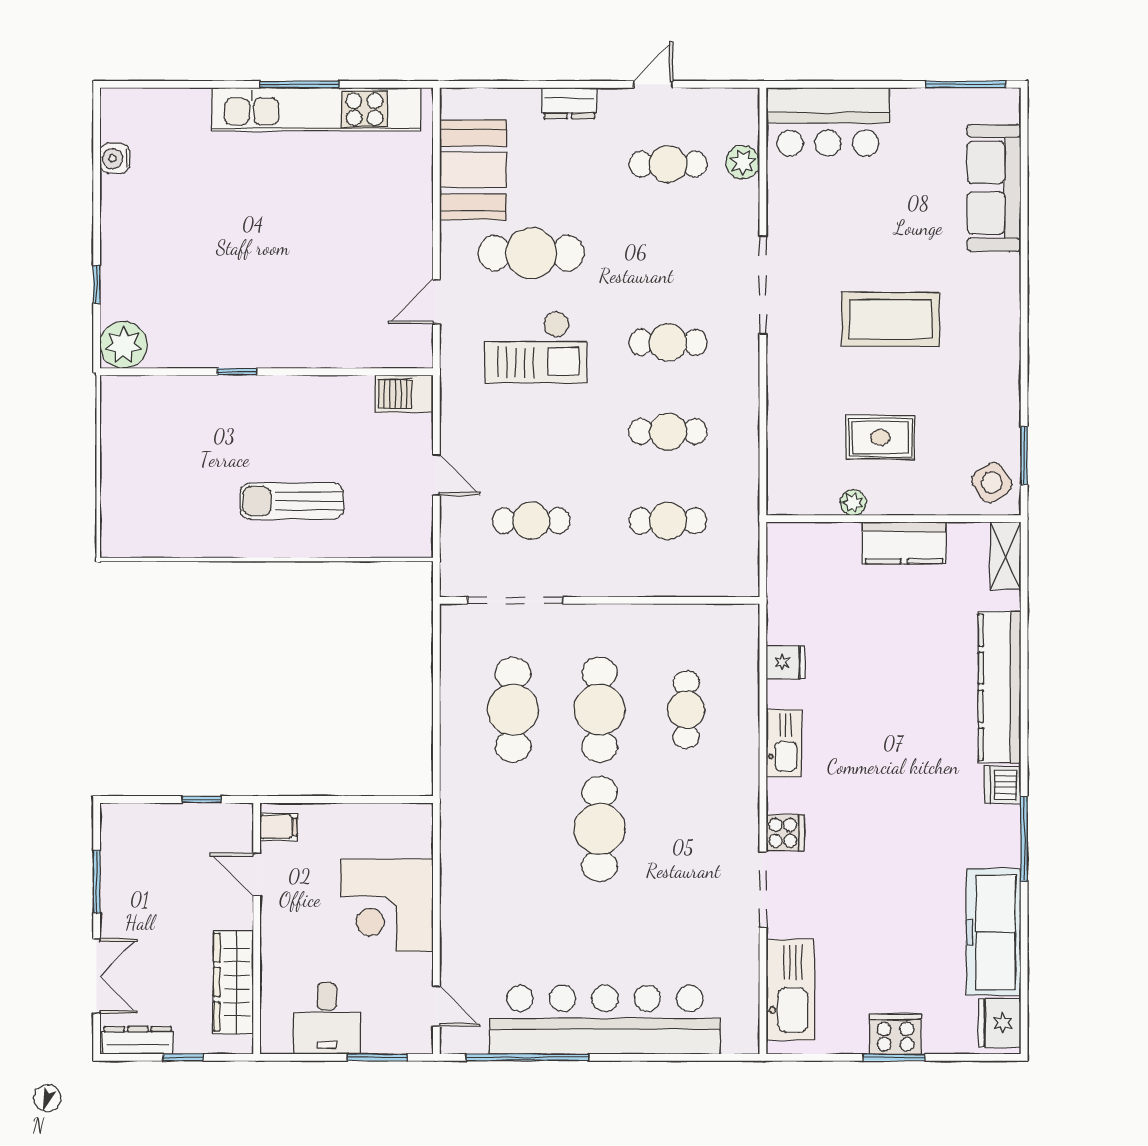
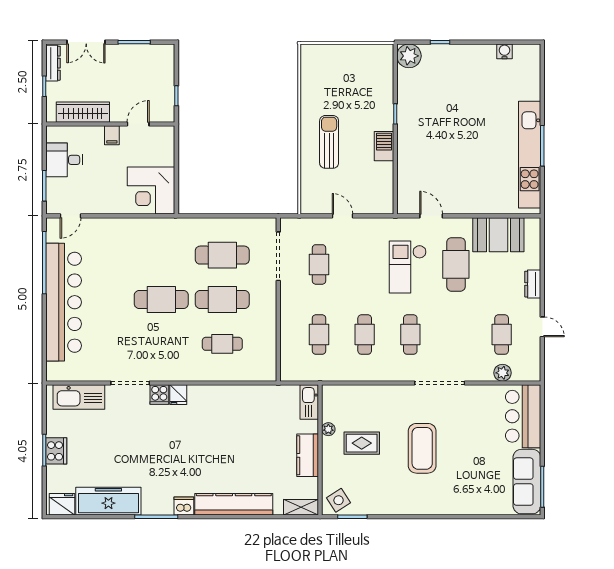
sofa: (994, 188) -> (527, 482), moved, turned -90
barbecue: (404, 394) -> (384, 146), moved
rug: (880, 437) -> (362, 443), turned 90
door: (436, 475) -> (342, 216), swing flipped
fridge: (786, 662) -> (178, 395), moved
kitchen sink: (784, 743) -> (309, 402), moved, turned 90
filing cabinet: (279, 827) -> (112, 135), moved
corner desk: (387, 905) -> (151, 191), moved, turned -90

